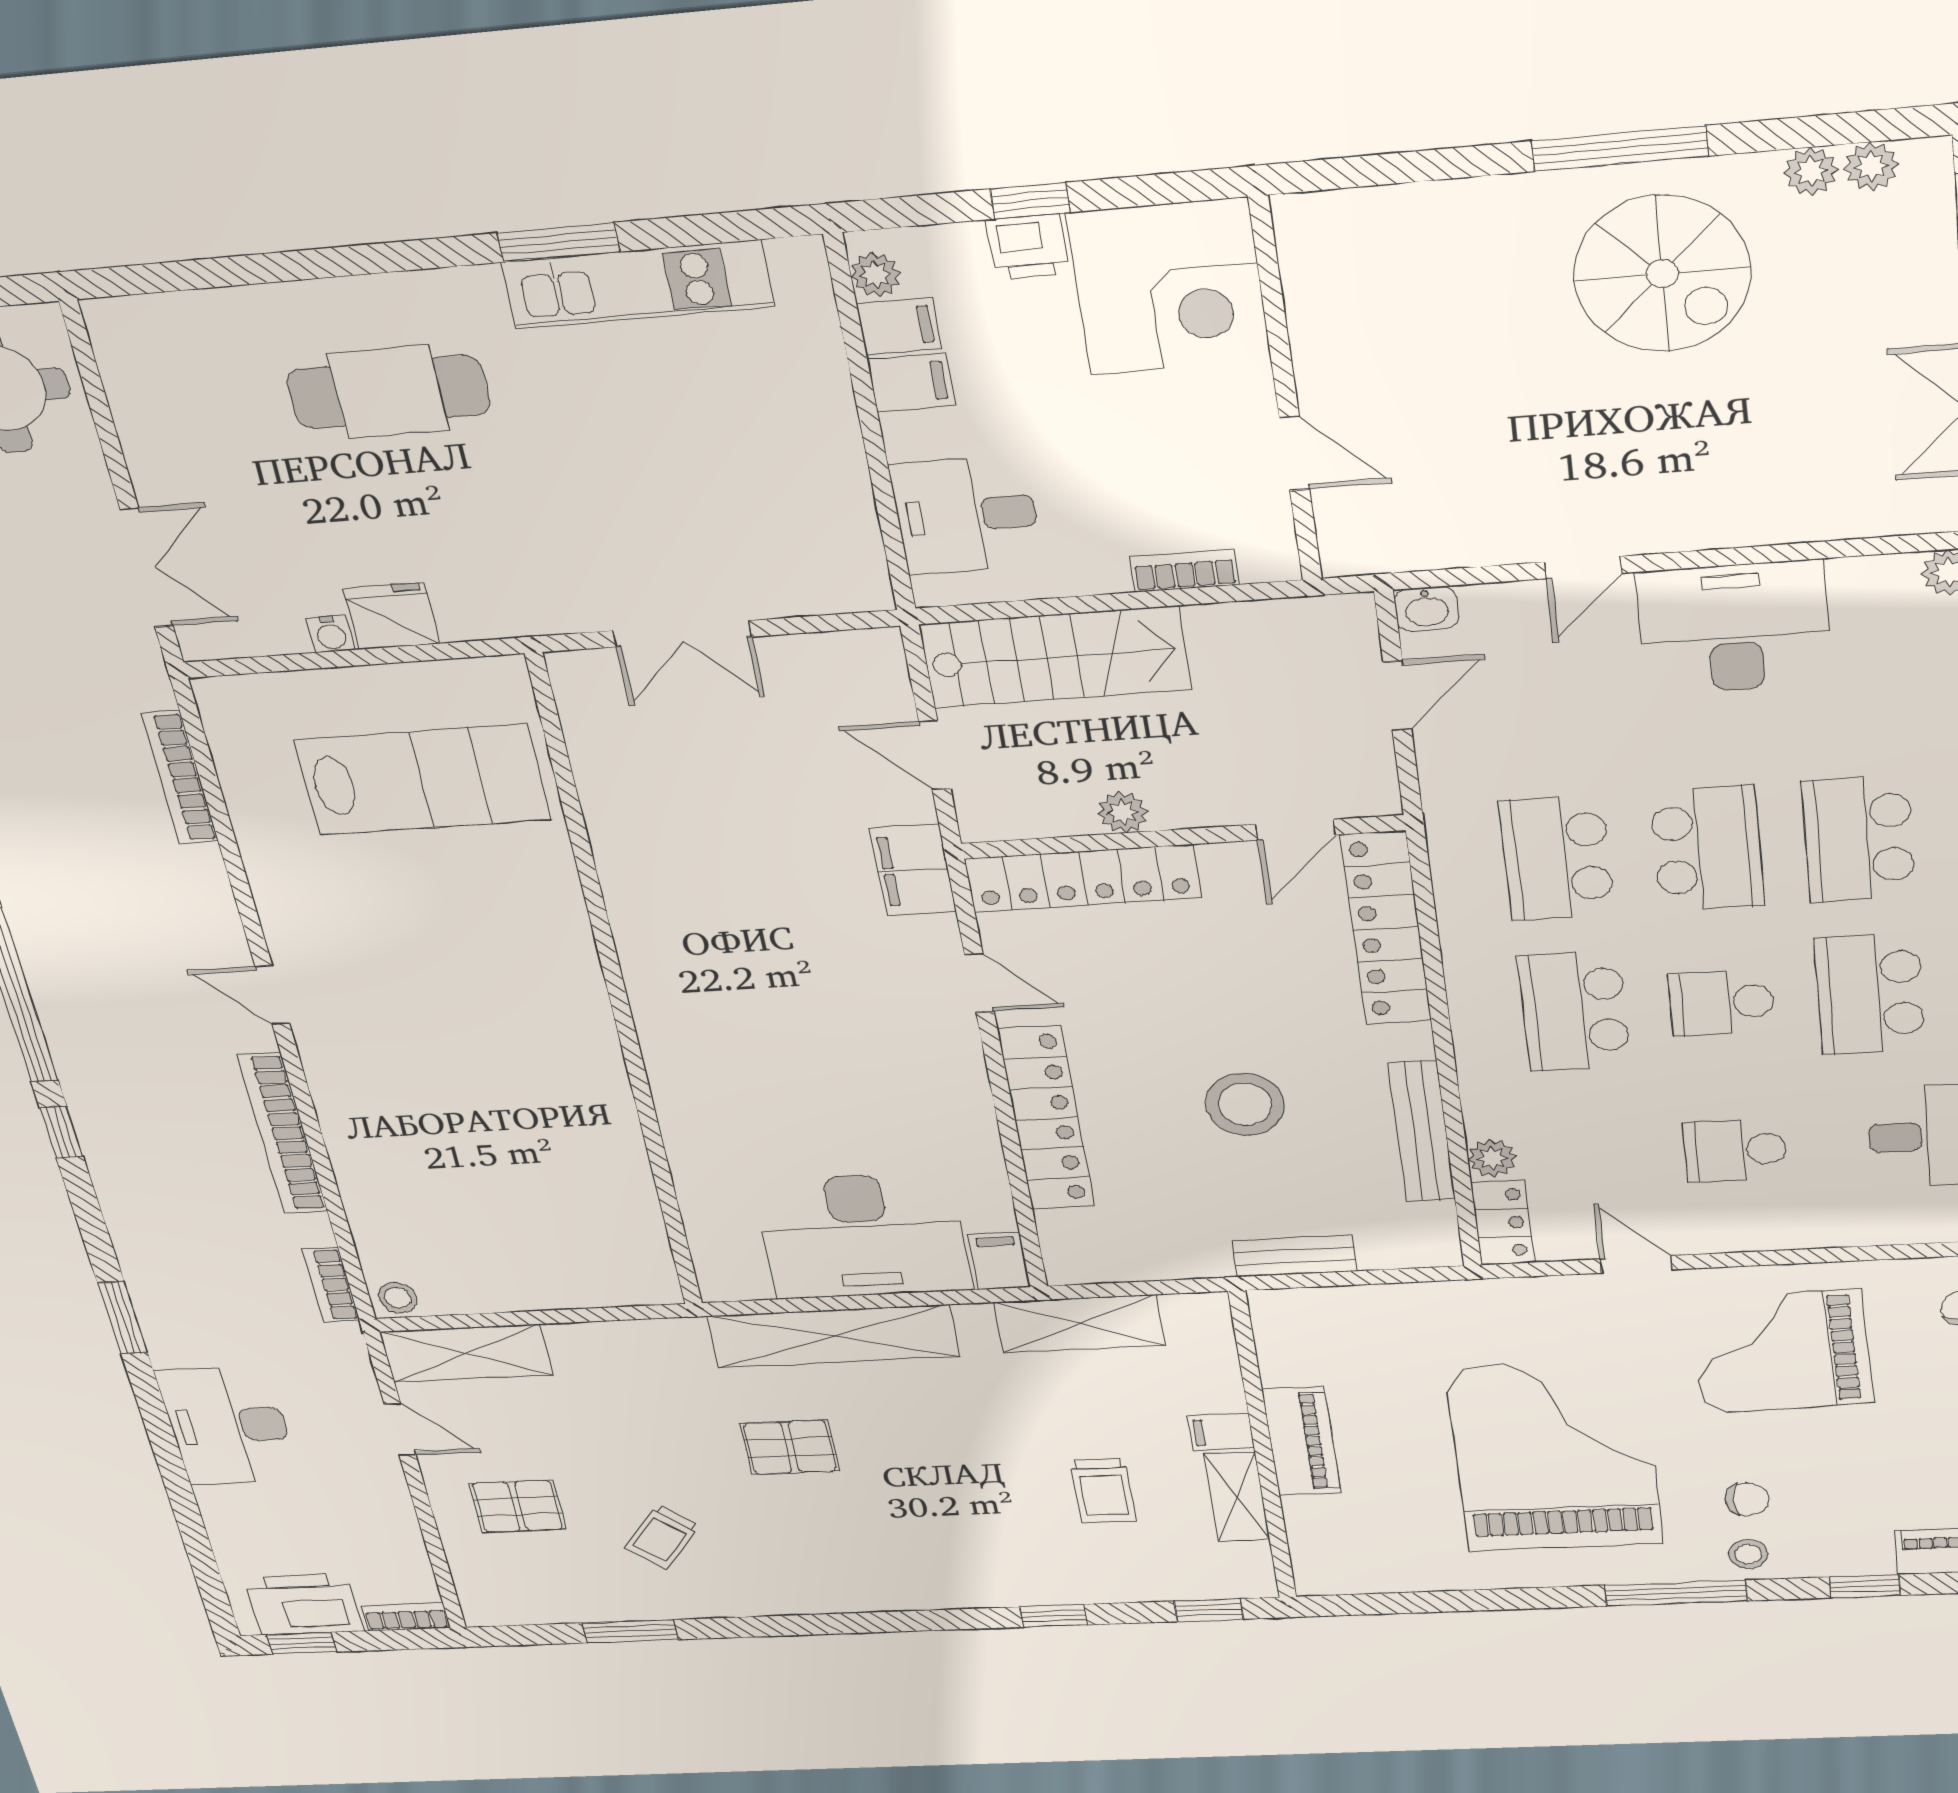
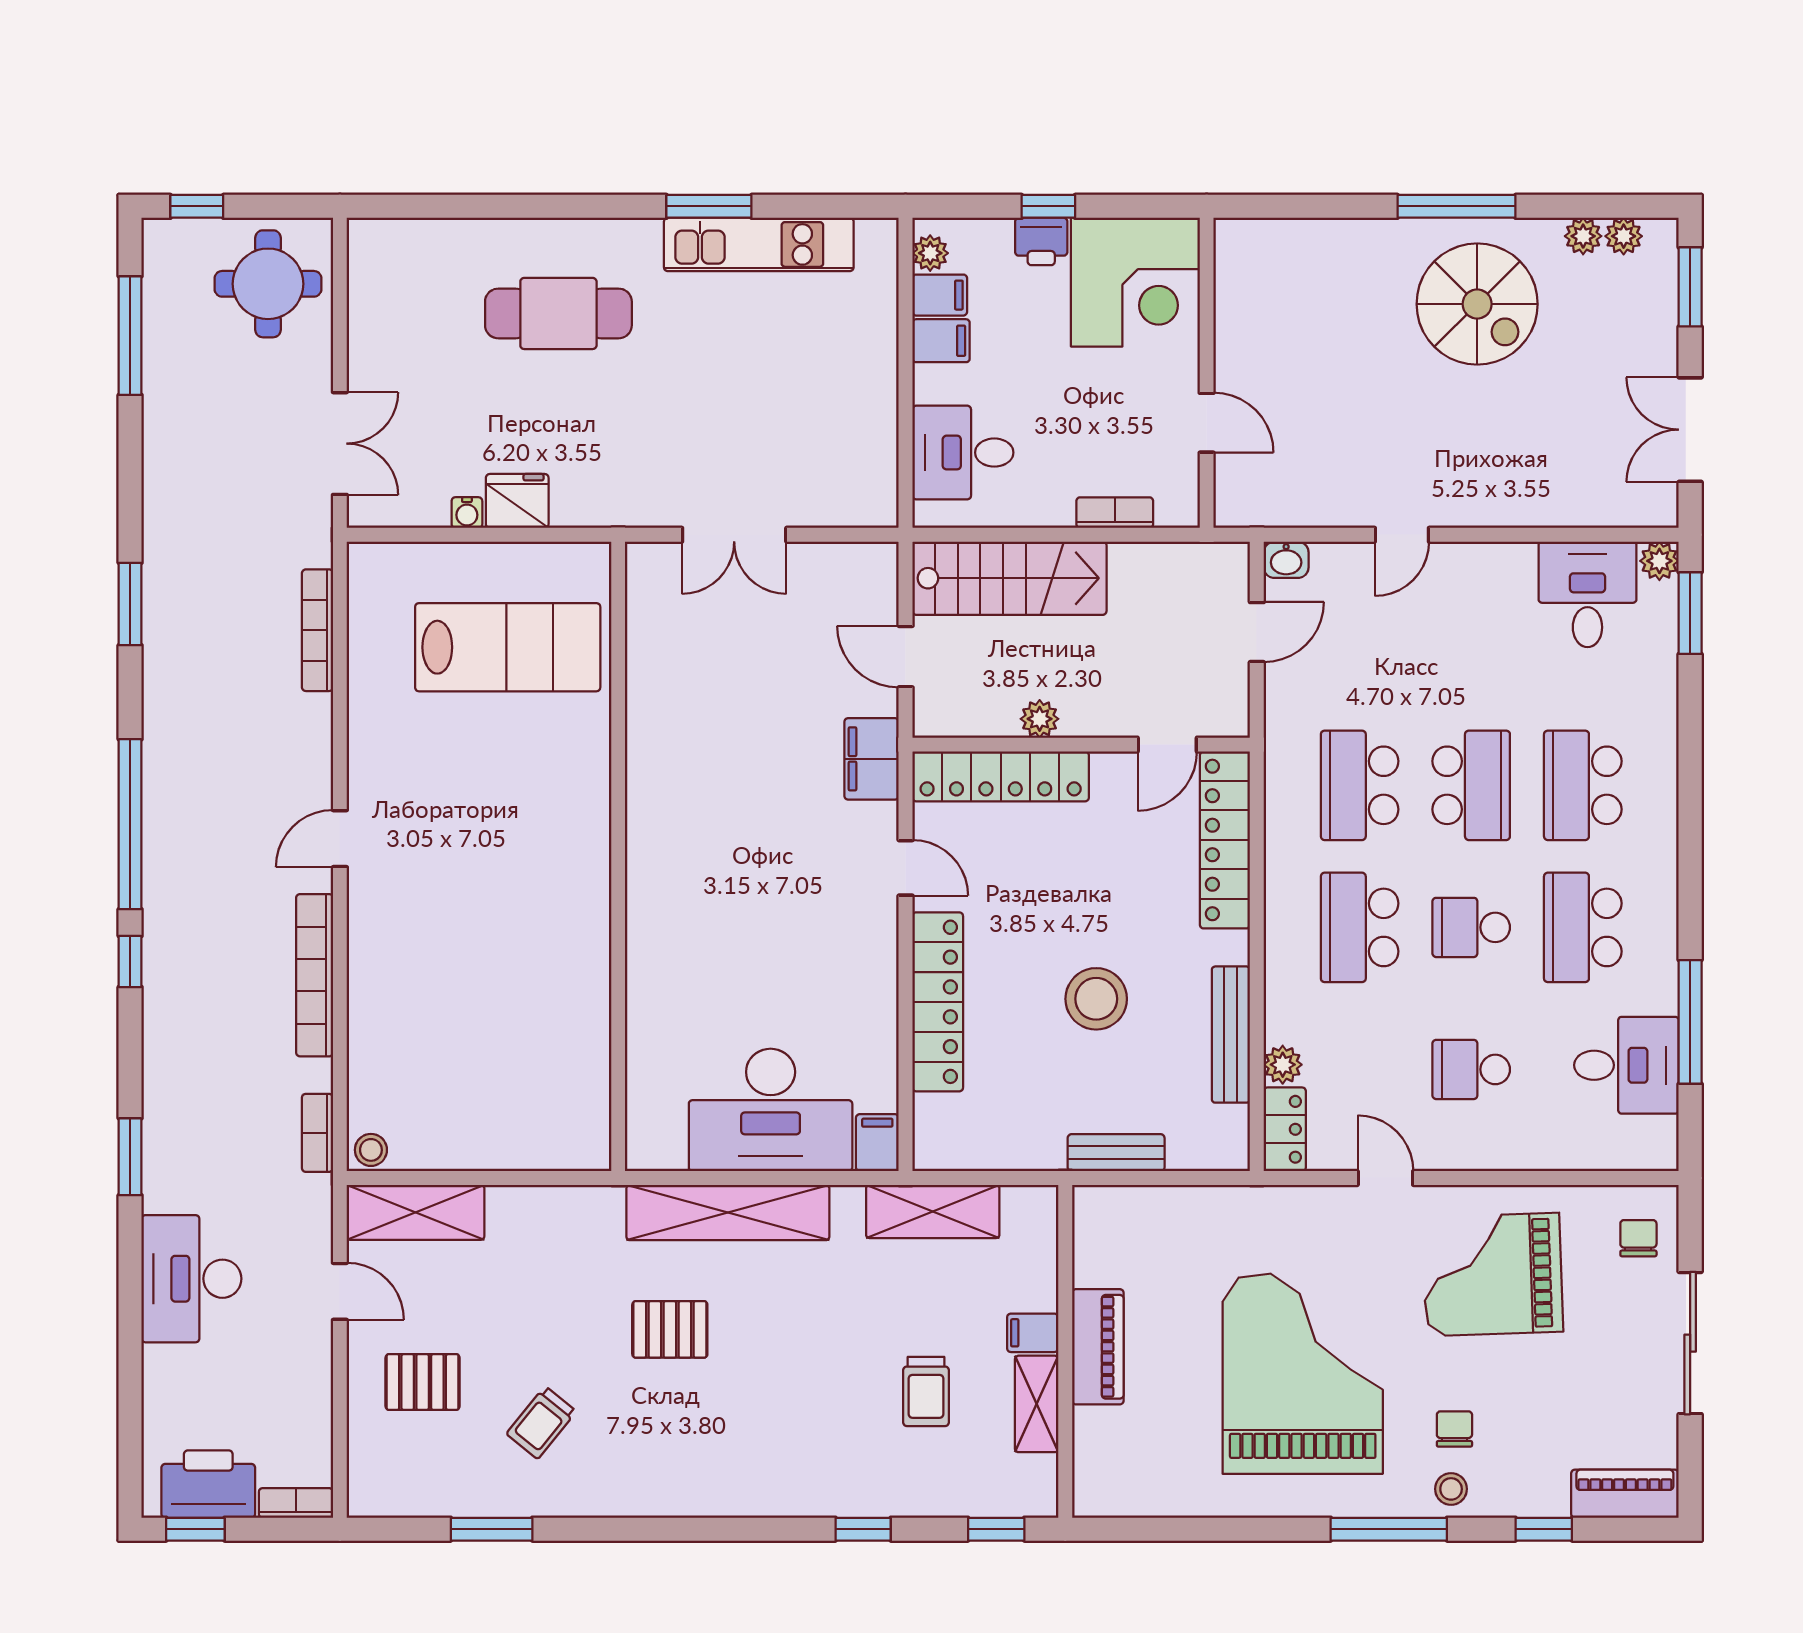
desk: (1734, 628) -> (1587, 594), moved, width x0.73
door: (272, 995) -> (340, 839), hinge flipped
chair: (1747, 1499) -> (1454, 1429), turned -90

